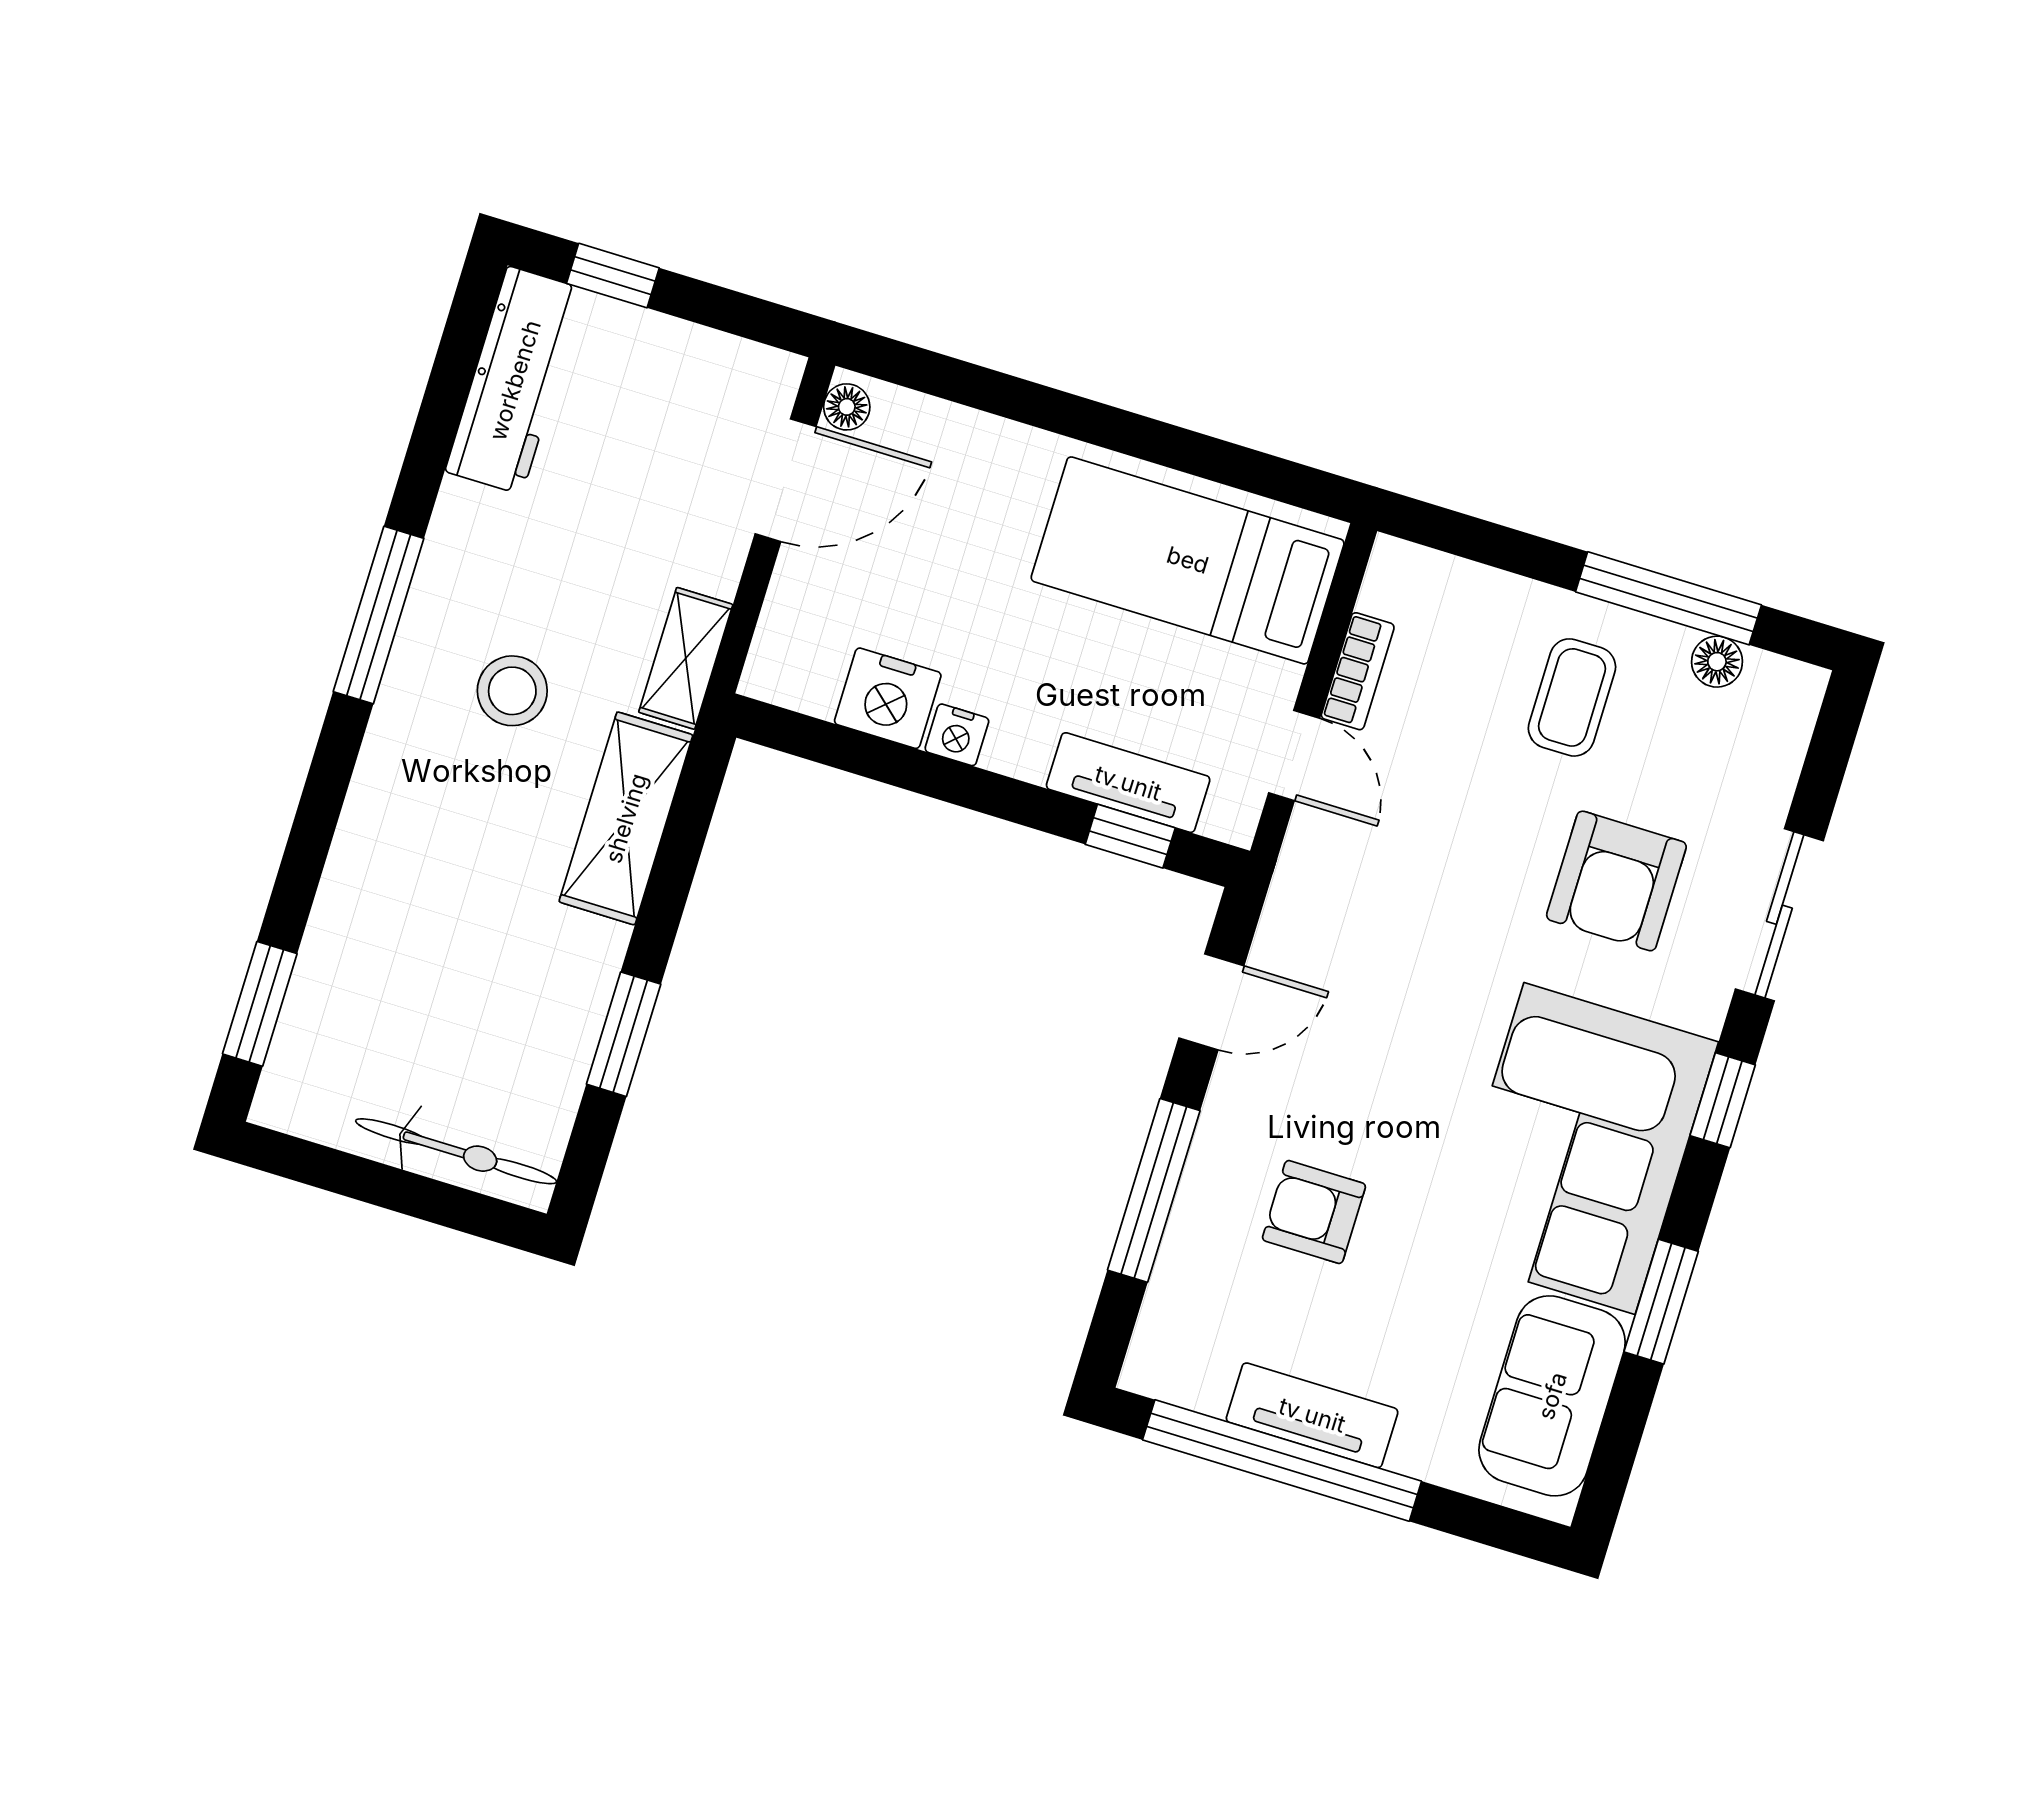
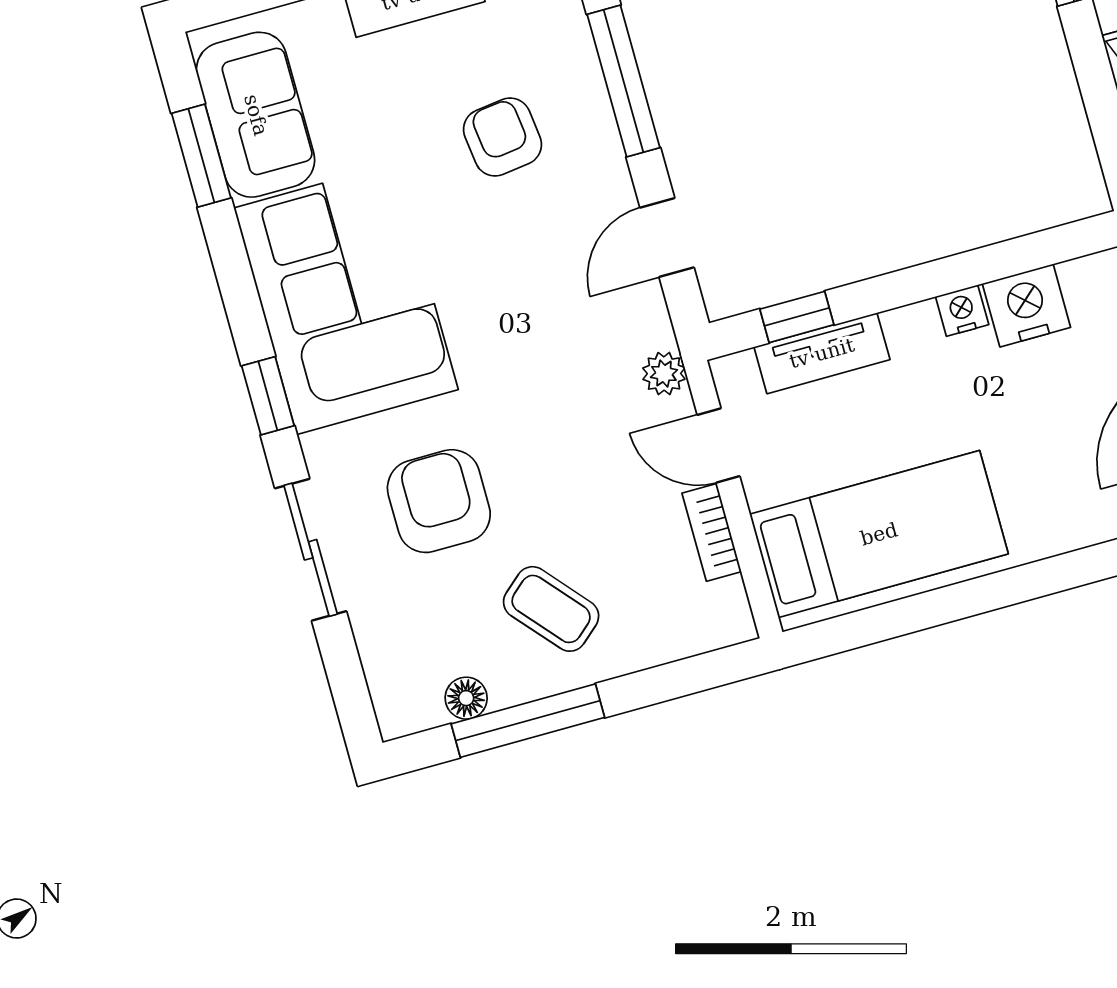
coffee table: (1572, 697) -> (551, 609), turned -41
plant: (1303, 865) -> (664, 374), added
armchair: (1314, 1212) -> (503, 137), turned -97
window: (1661, 1302) -> (201, 156), moved

